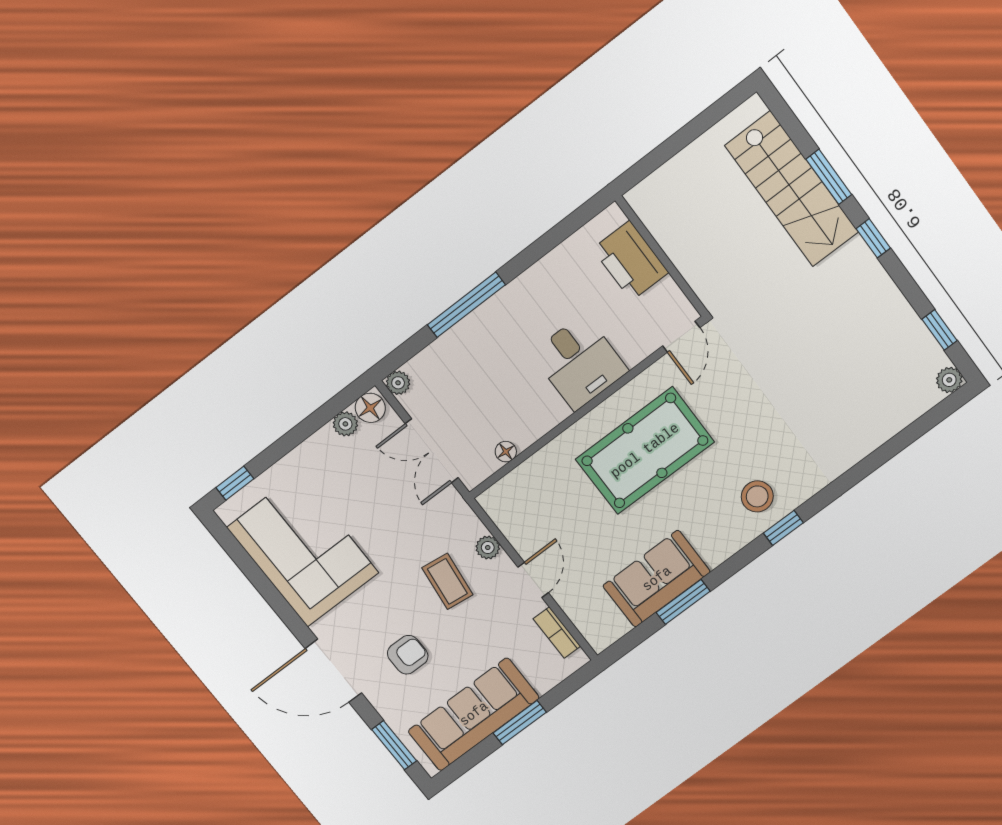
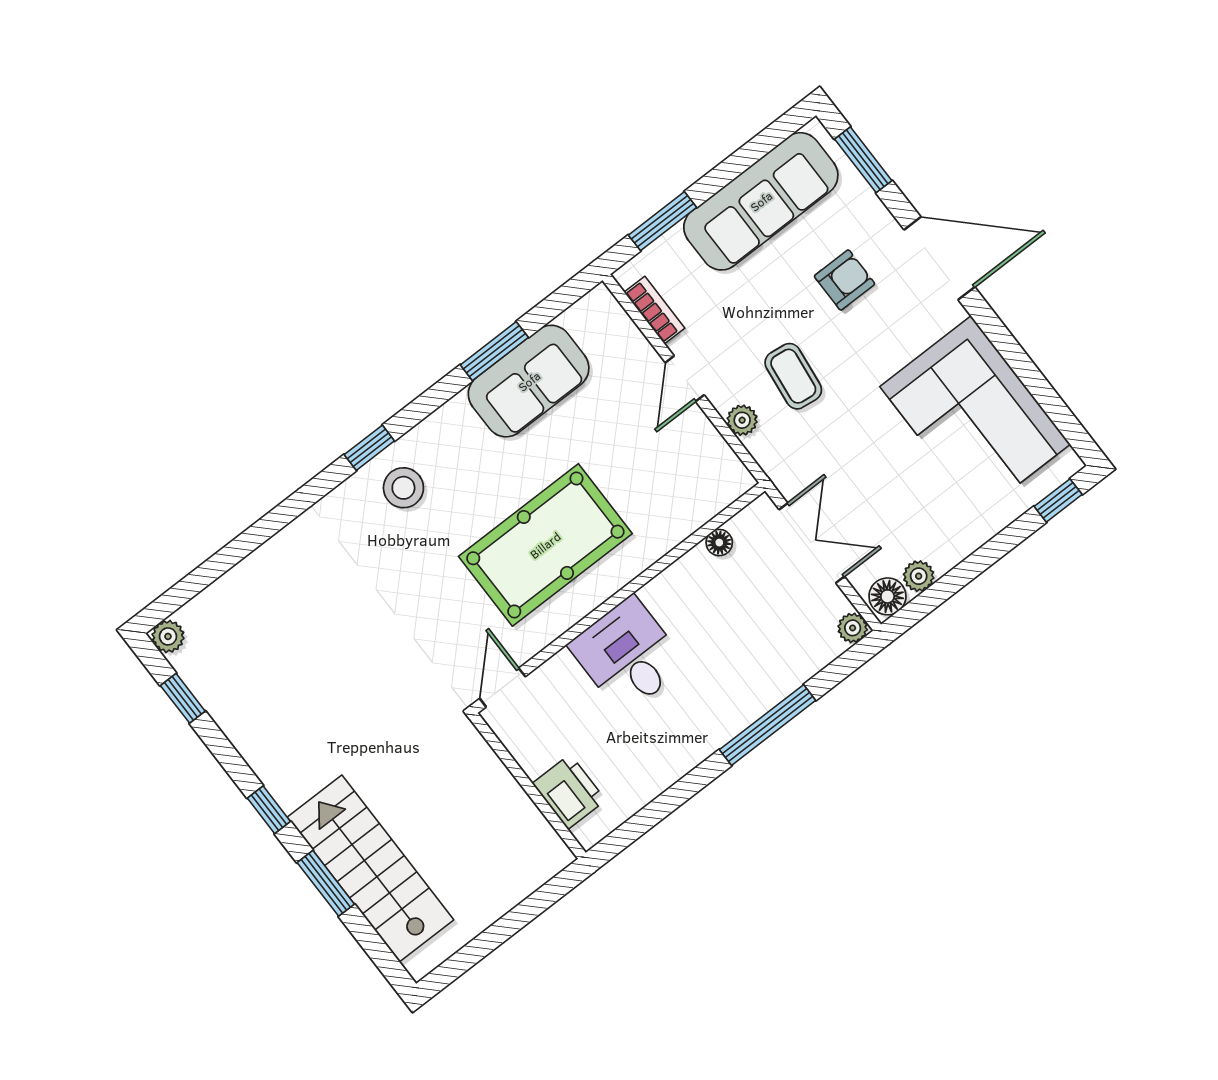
printer: (631, 261) -> (569, 792), width x0.73, depth x0.84
armchair: (408, 655) -> (845, 280), turned 180
window: (520, 723) -> (662, 221), moved

